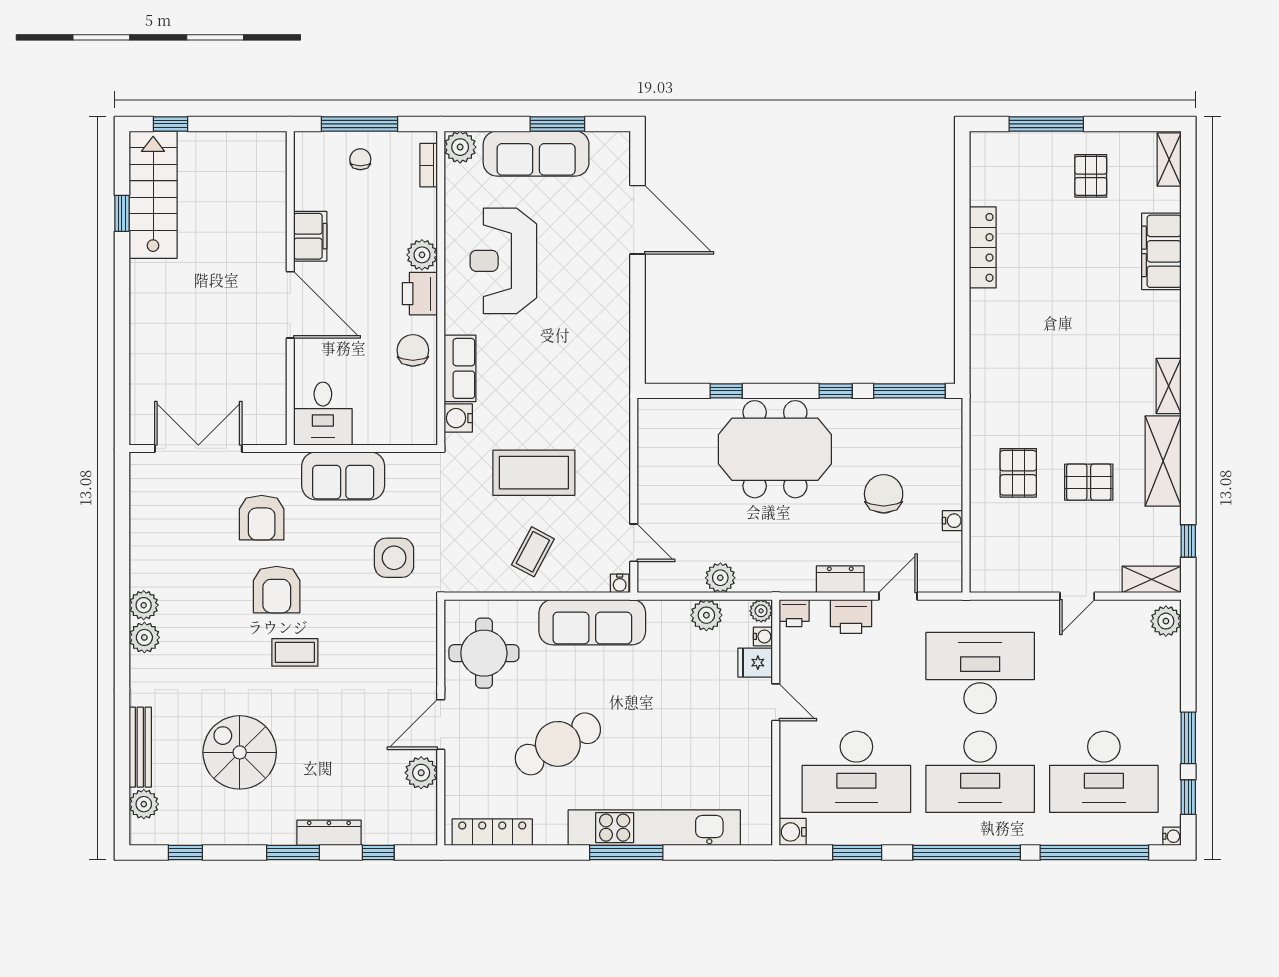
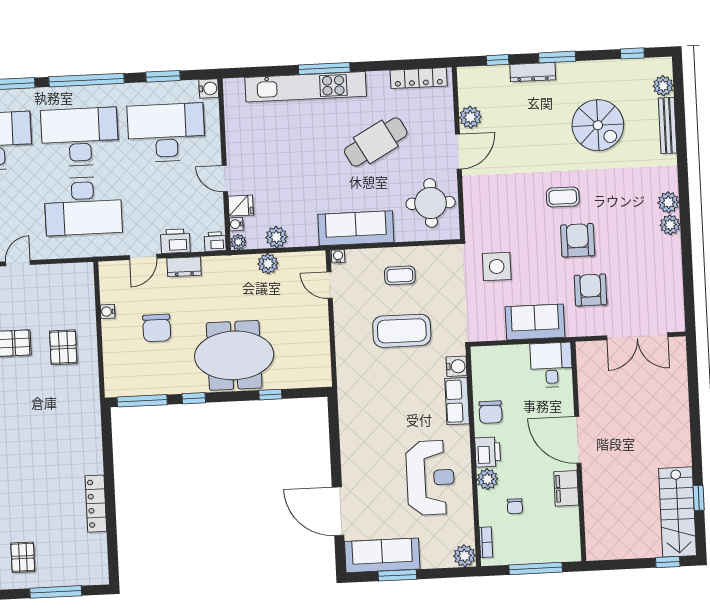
sofa: (536, 154) -> (382, 555), moved
chair: (360, 159) -> (515, 506), moved
coffee table: (533, 552) -> (400, 275), turned 62

